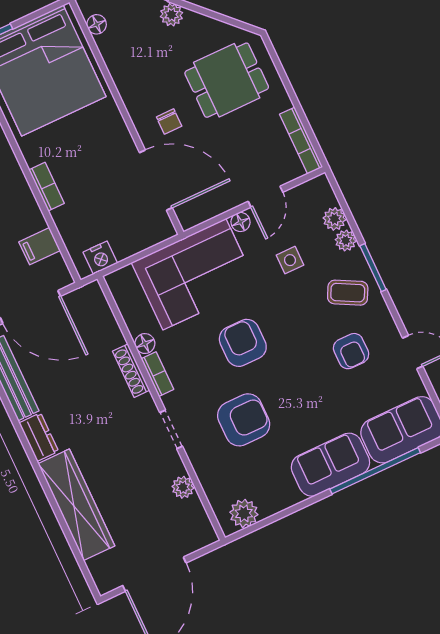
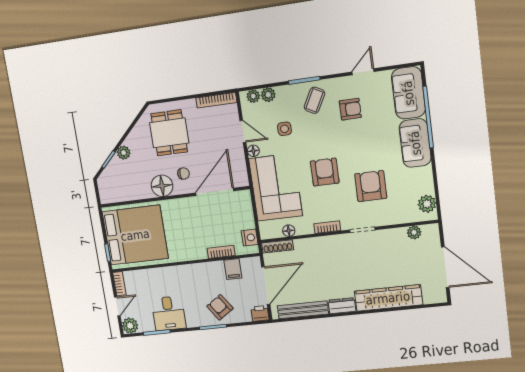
floor lamp: (97, 24) -> (162, 186), moved, width x1.89, depth x1.89
bookcase: (47, 187) -> (221, 252), moved
plant: (346, 240) -> (253, 96), moved
armchair: (243, 343) -> (325, 172), turned 90
floor lamp: (145, 344) -> (289, 231), moved
shoe rack: (131, 371) -> (278, 246), moved
plant: (183, 487) -> (414, 232), moved

